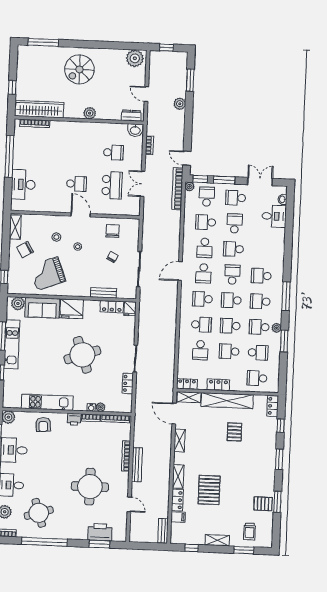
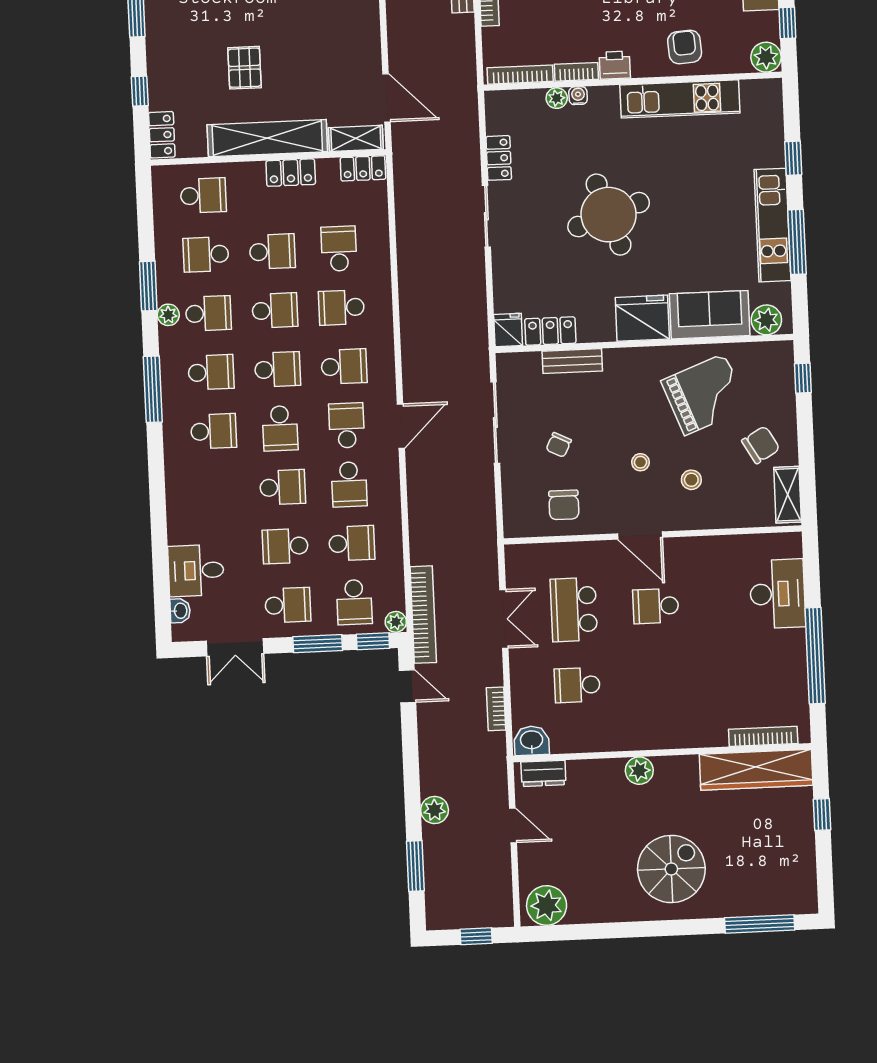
school desk: (235, 223) -> (285, 546), turned 90
school desk: (205, 248) -> (349, 484), turned 180
shelving: (179, 441) -> (369, 37), removed

